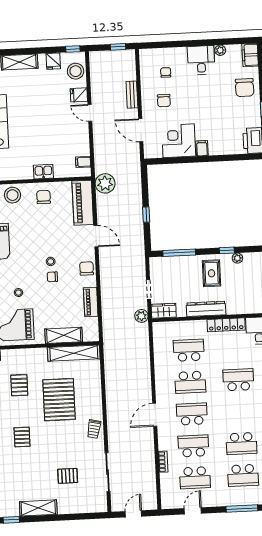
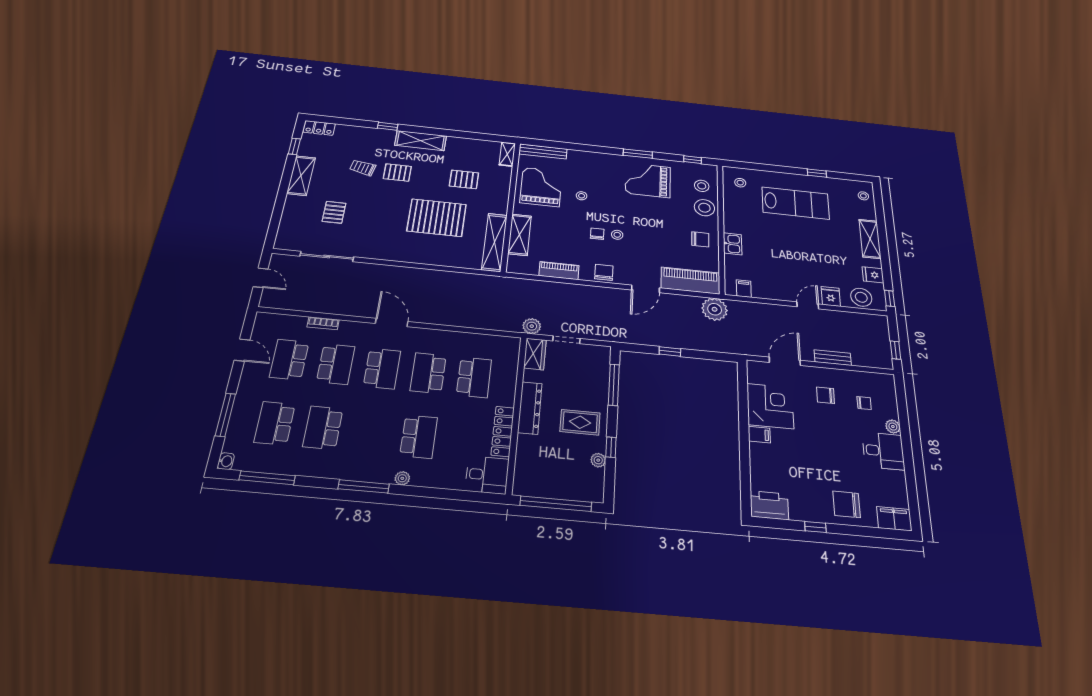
plant: (220, 50) -> (893, 427), moved
chair: (87, 268) -> (604, 272), turned -90
trolley: (94, 429) -> (363, 168), moved

